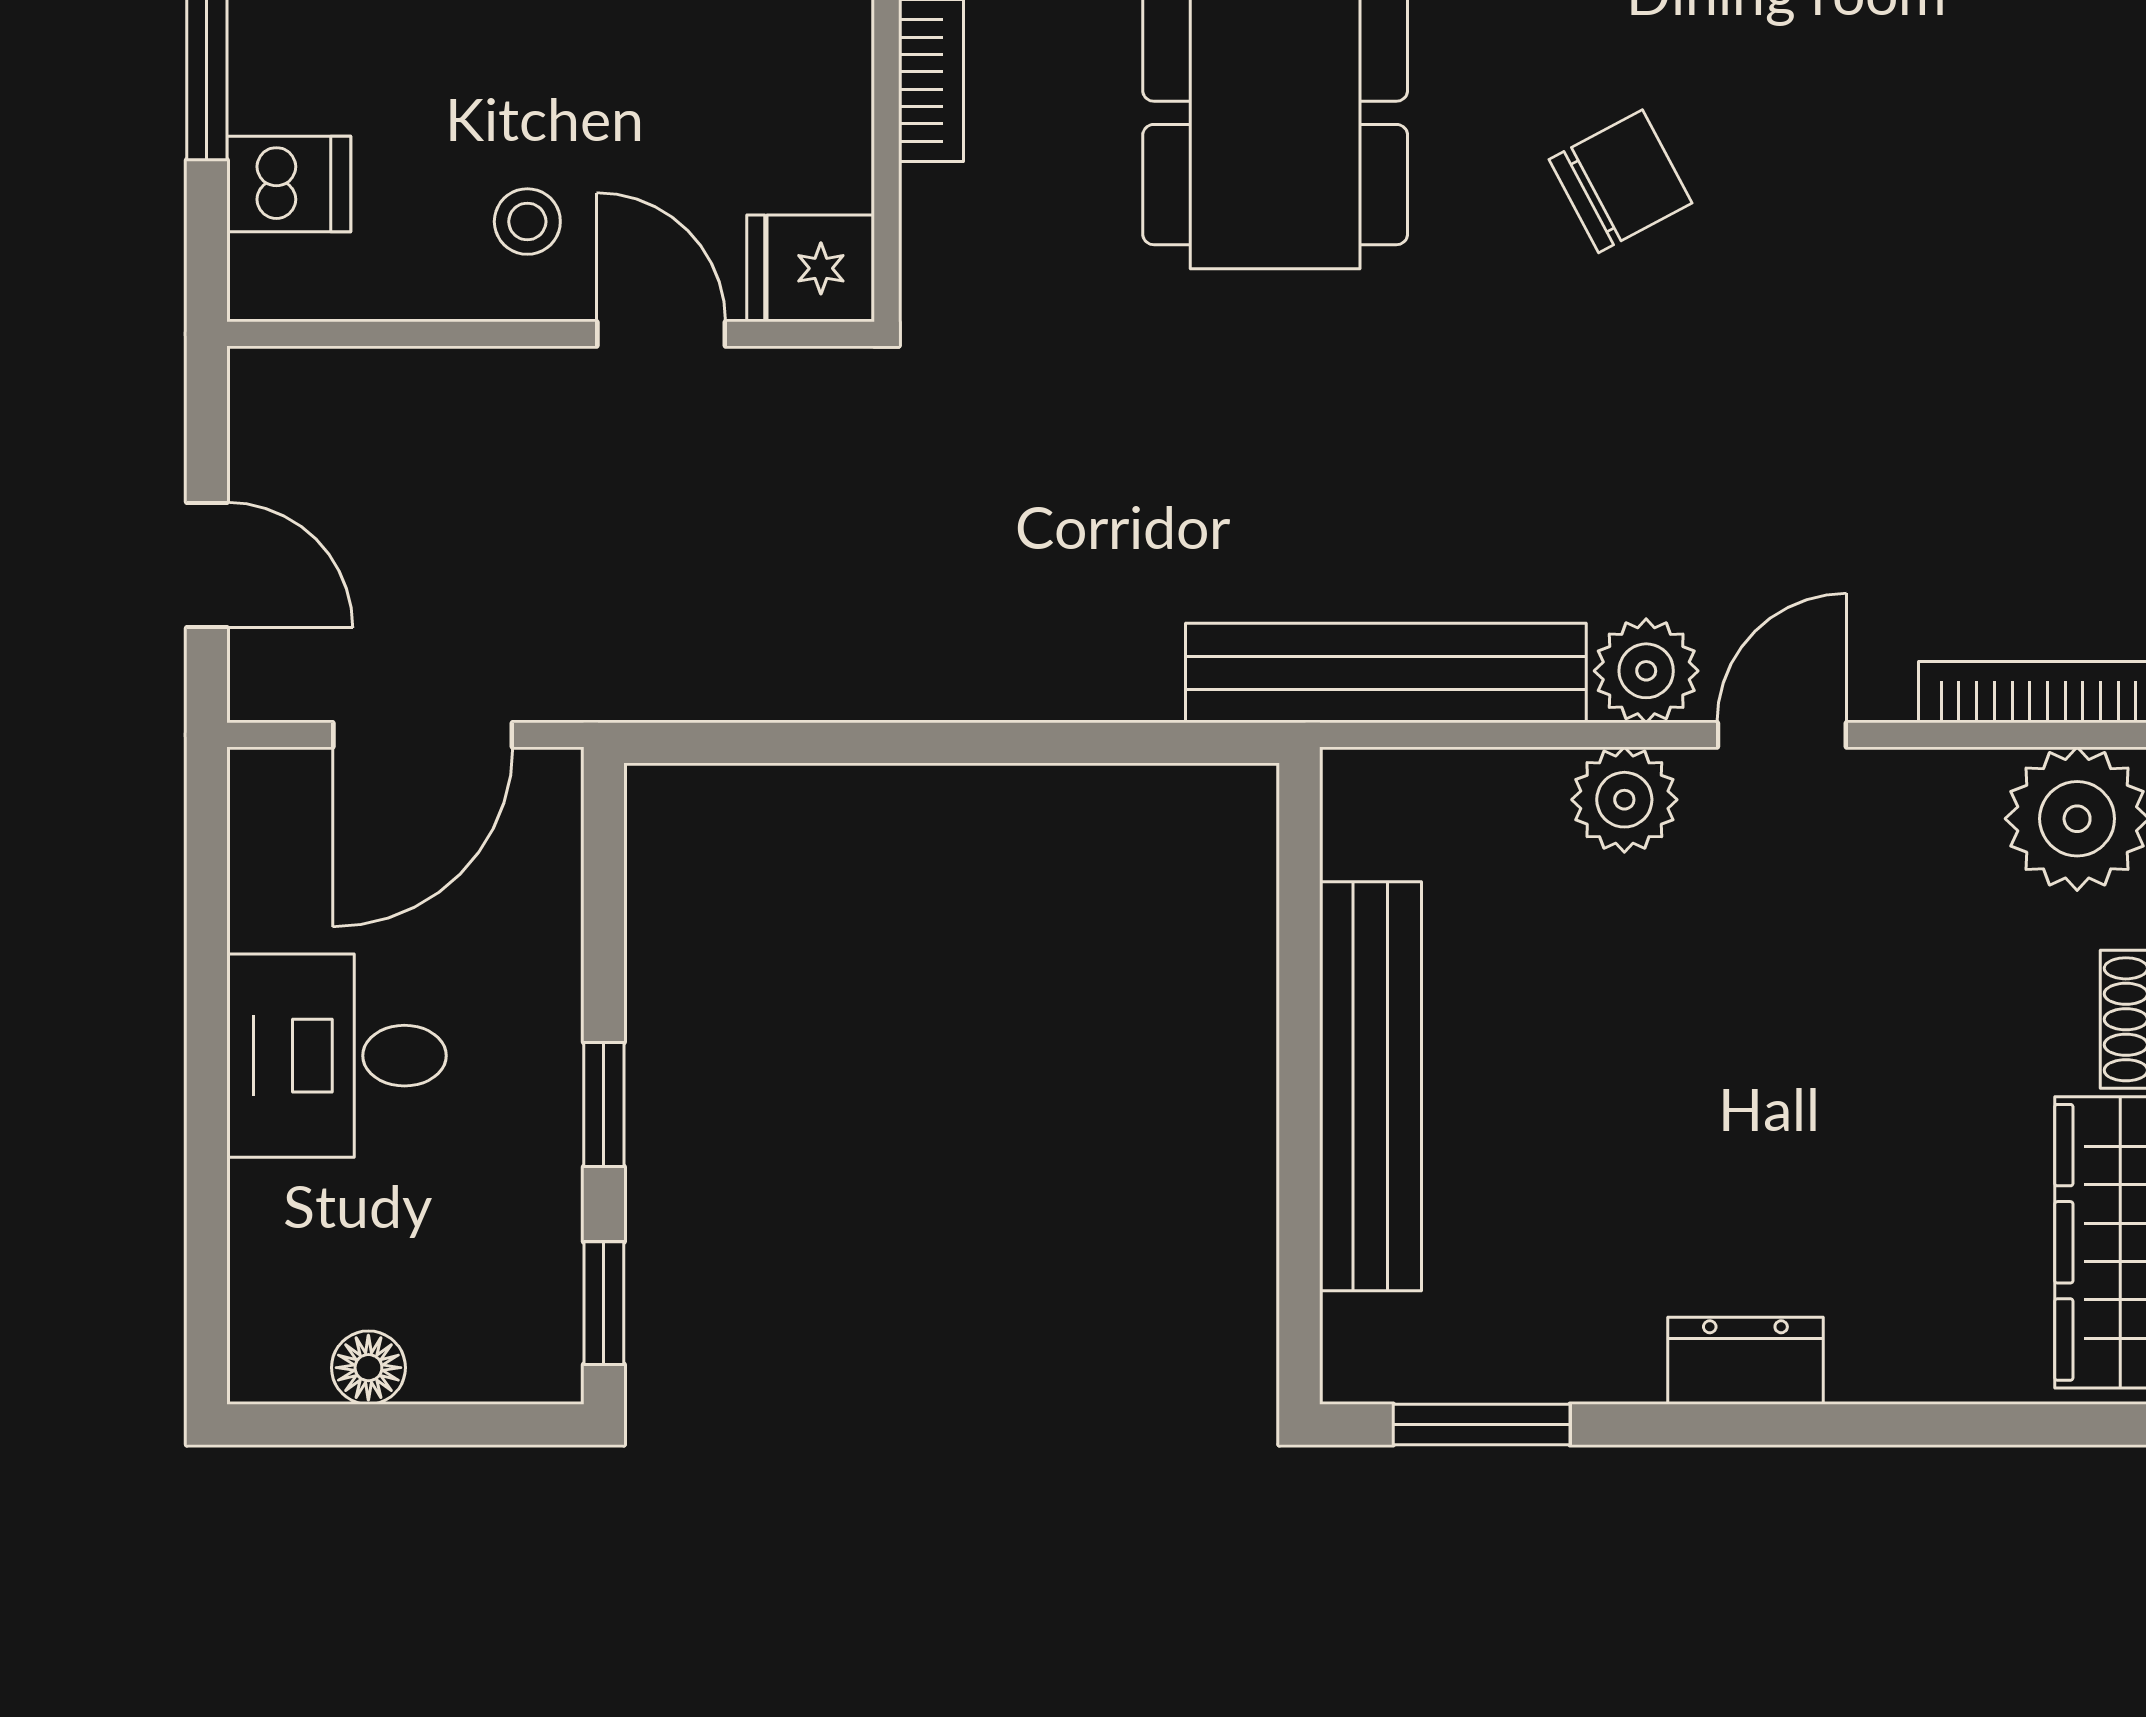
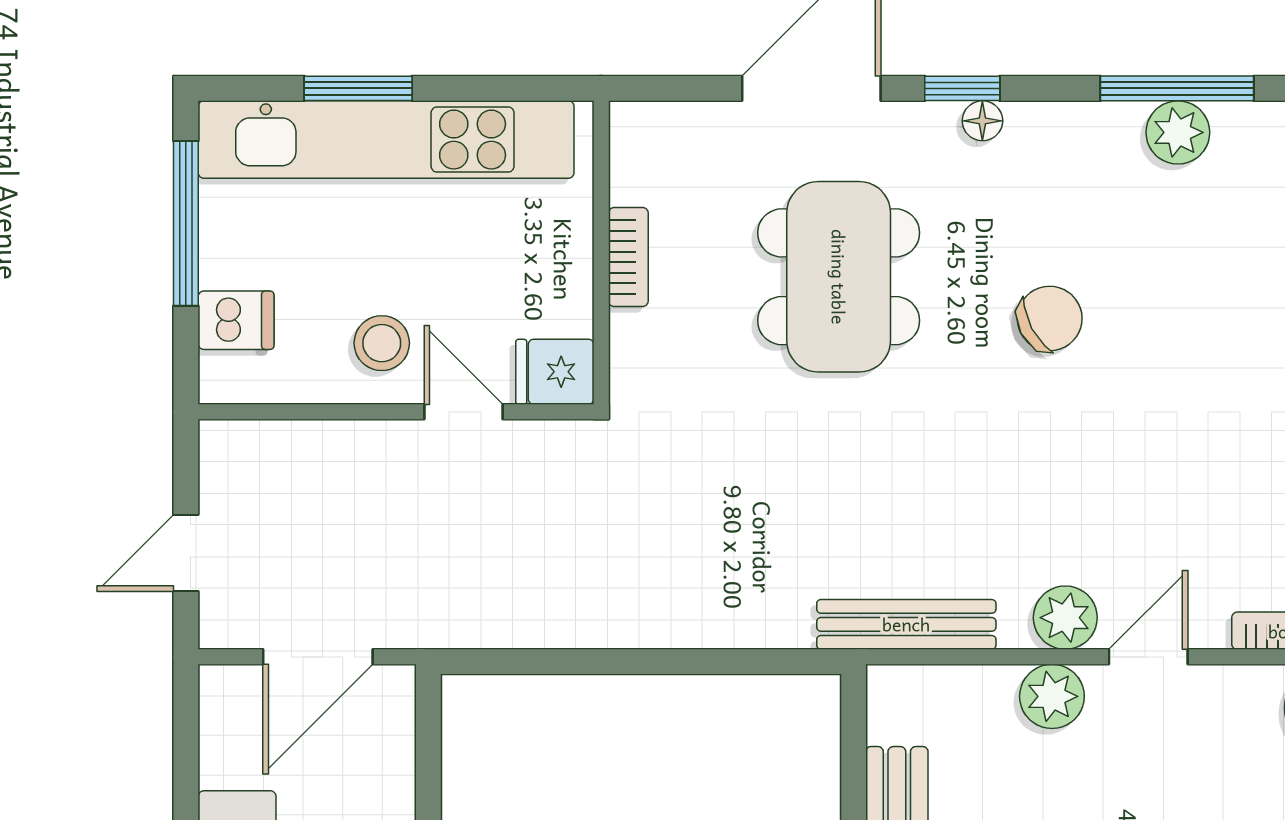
stool: (527, 222) -> (382, 343), width x1.37, depth x1.37
door: (207, 565) -> (186, 553), swing flipped
bench: (1386, 673) -> (906, 624), width x0.73, depth x0.82

